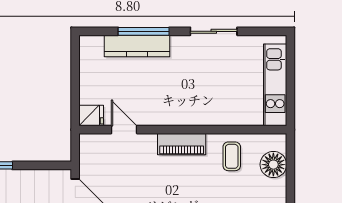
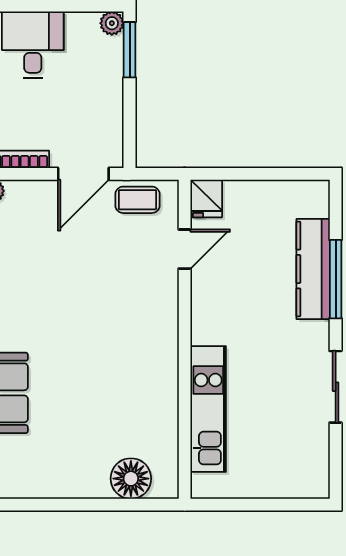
kitchen unit: (275, 85) -> (208, 409), moved, turned 90
piano: (182, 144) -> (162, 338), removed
coffee table: (232, 156) -> (137, 200), moved

